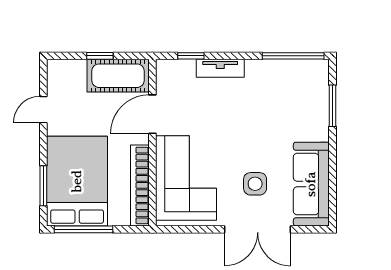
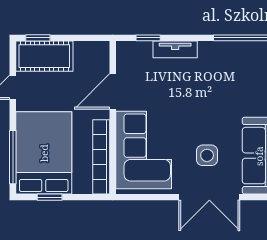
window: (100, 56) -> (38, 38), moved
cot: (118, 76) -> (44, 56), moved
window: (43, 186) -> (13, 157), width x1.44
window: (84, 229) -> (50, 197), width x0.46

